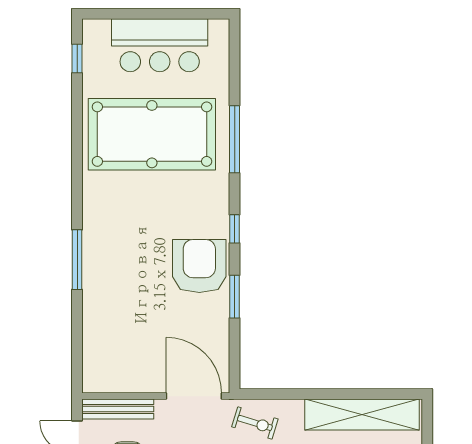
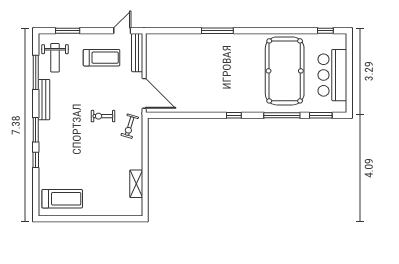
armchair: (199, 266) -> (214, 96), removed
window: (235, 297) -> (321, 115), moved
door: (194, 396) -> (144, 93), hinge flipped
shelving: (362, 415) -> (136, 184), width x0.45, depth x0.75

